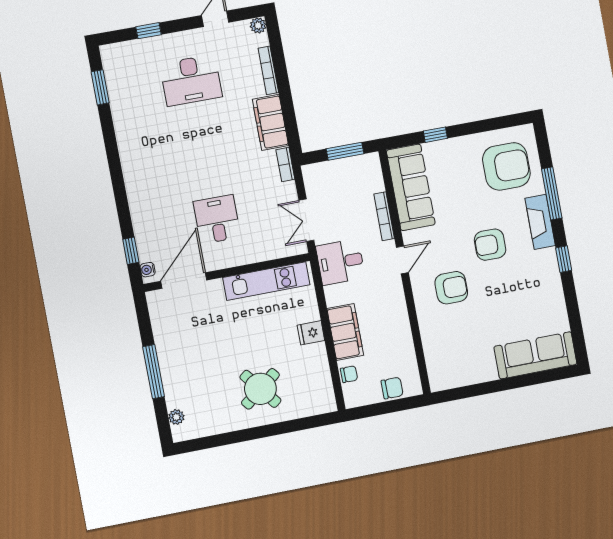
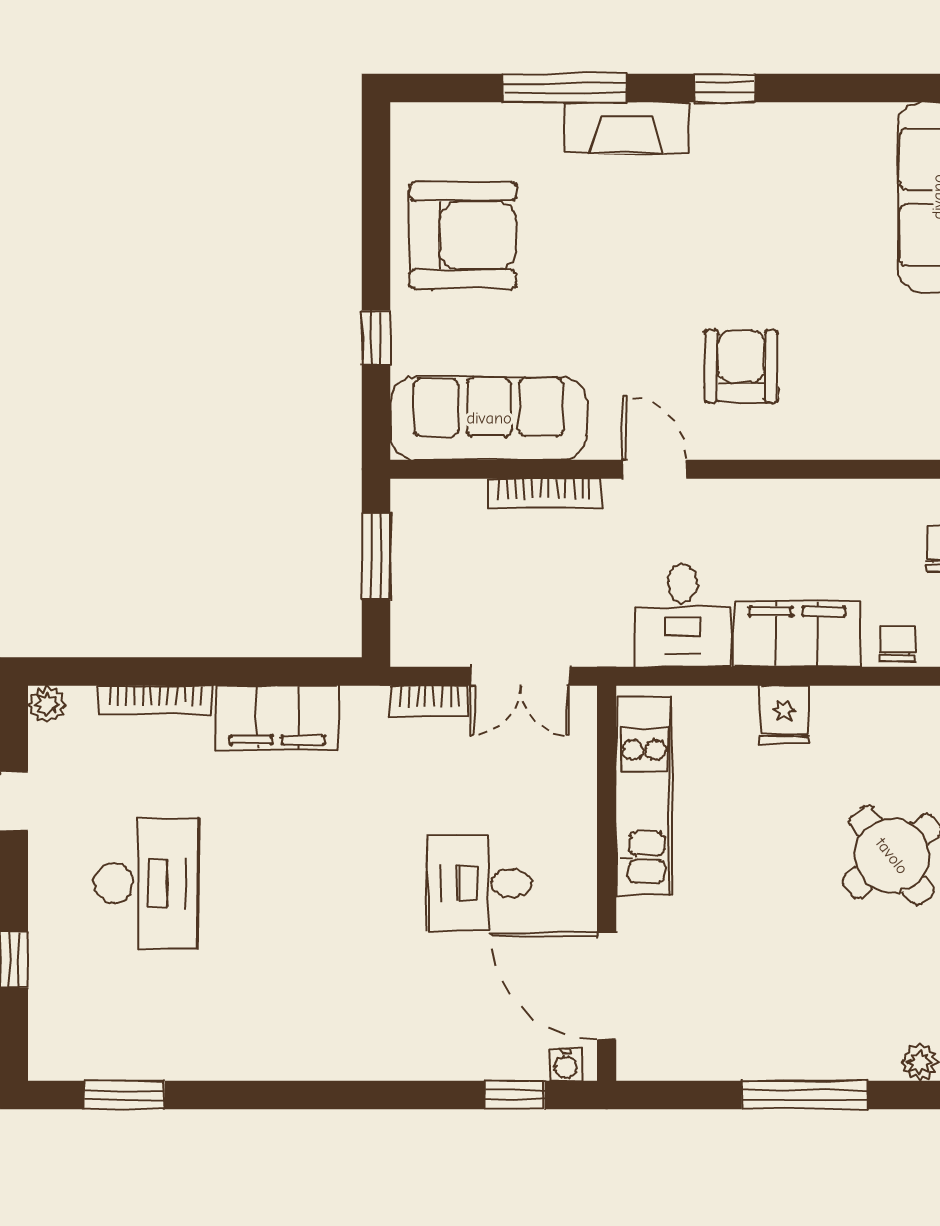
bookcase: (285, 165) -> (429, 701), moved
armchair: (506, 166) -> (463, 235), moved, turned 90
armchair: (490, 245) -> (658, 256), removed
desk: (340, 262) -> (683, 615), moved

